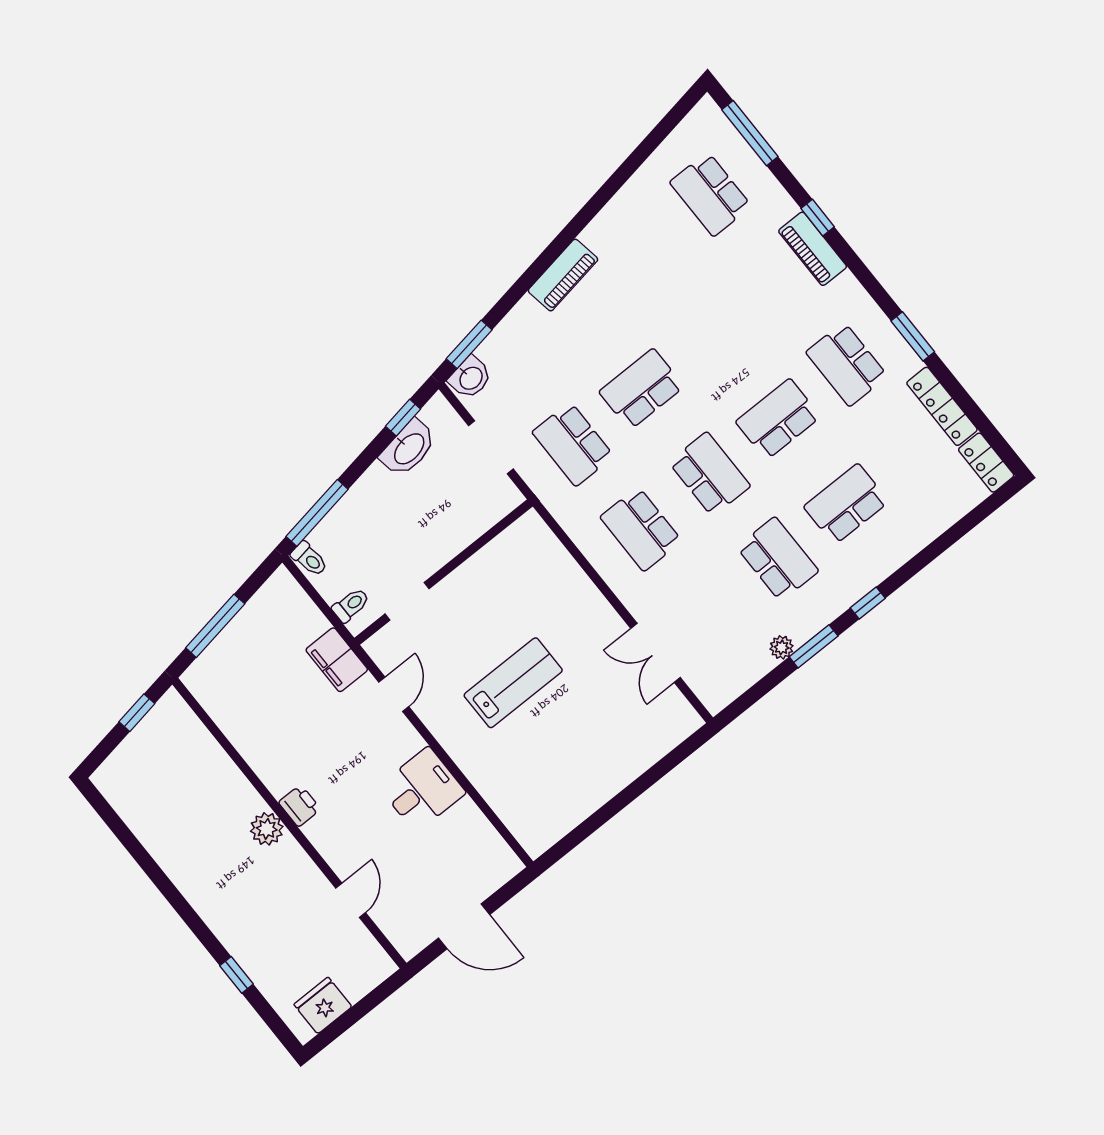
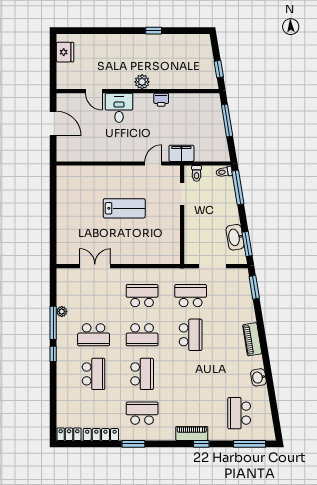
school desk: (711, 194) -> (239, 413), turned -90
washbasin: (470, 378) -> (258, 377), moved
window: (403, 418) -> (247, 244), width x1.50
window: (814, 646) -> (53, 323), width x1.44
lab bench: (513, 683) -> (124, 208), turned -90
door: (394, 694) -> (153, 164), swing flipped
desk: (422, 790) -> (119, 108), moved, turned 180
printer: (300, 806) -> (161, 100), moved
door: (464, 926) -> (53, 123), swing flipped
window: (236, 975) -> (154, 31), moved

